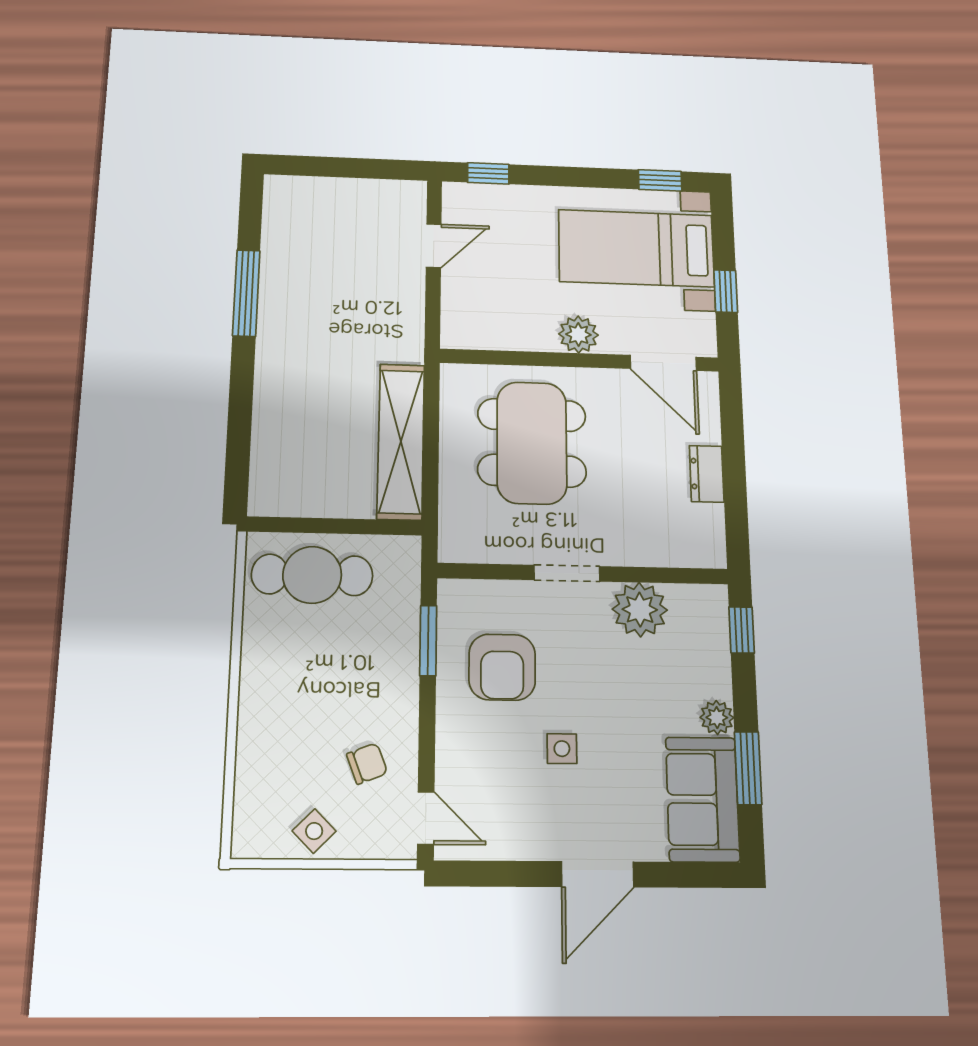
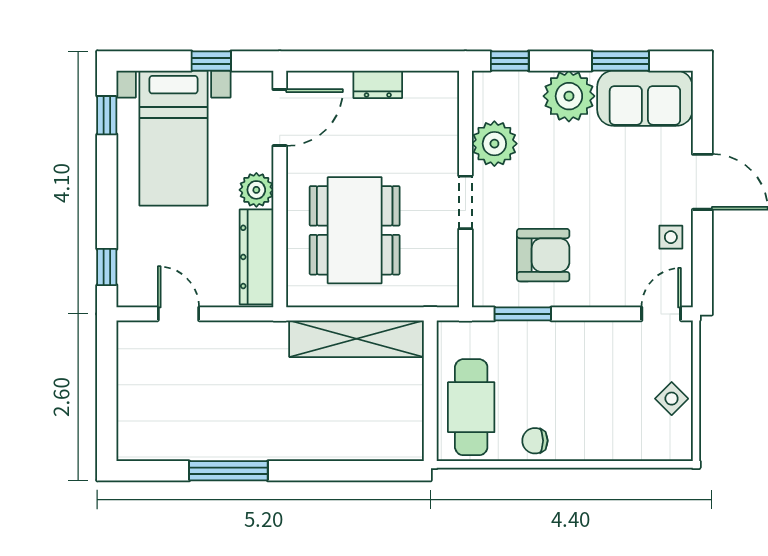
dresser: (500, 332) -> (256, 257), added
dining table: (532, 443) -> (355, 230), turned 90
plant: (717, 718) -> (569, 96), width x1.88, depth x1.88
side table: (562, 749) -> (671, 237), moved
chair: (367, 764) -> (535, 441), moved, turned -69

